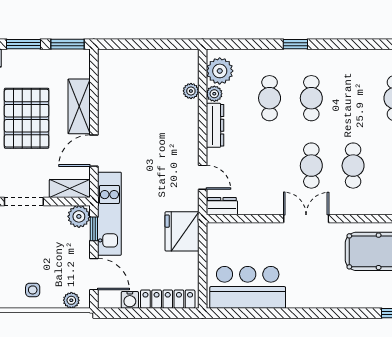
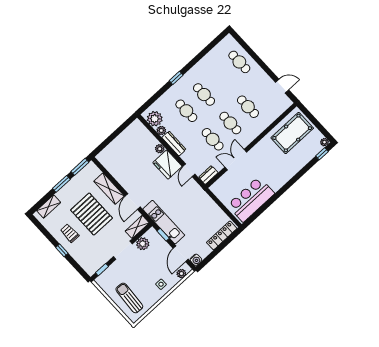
plant: (191, 91) -> (160, 149), moved
cafe table: (270, 166) -> (213, 139), added
door: (203, 177) -> (189, 170), swing flipped
plant: (79, 216) -> (143, 244), moved
double door: (306, 219) -> (236, 160), moved
fridge: (182, 231) -> (167, 165), moved
door: (94, 274) -> (181, 254), swing flipped
water cooler: (130, 300) -> (196, 260), moved

